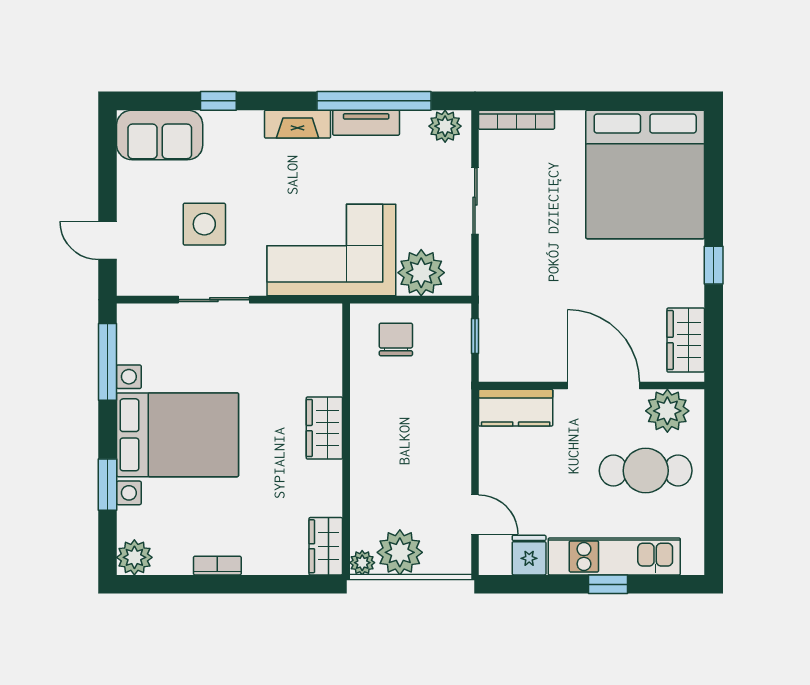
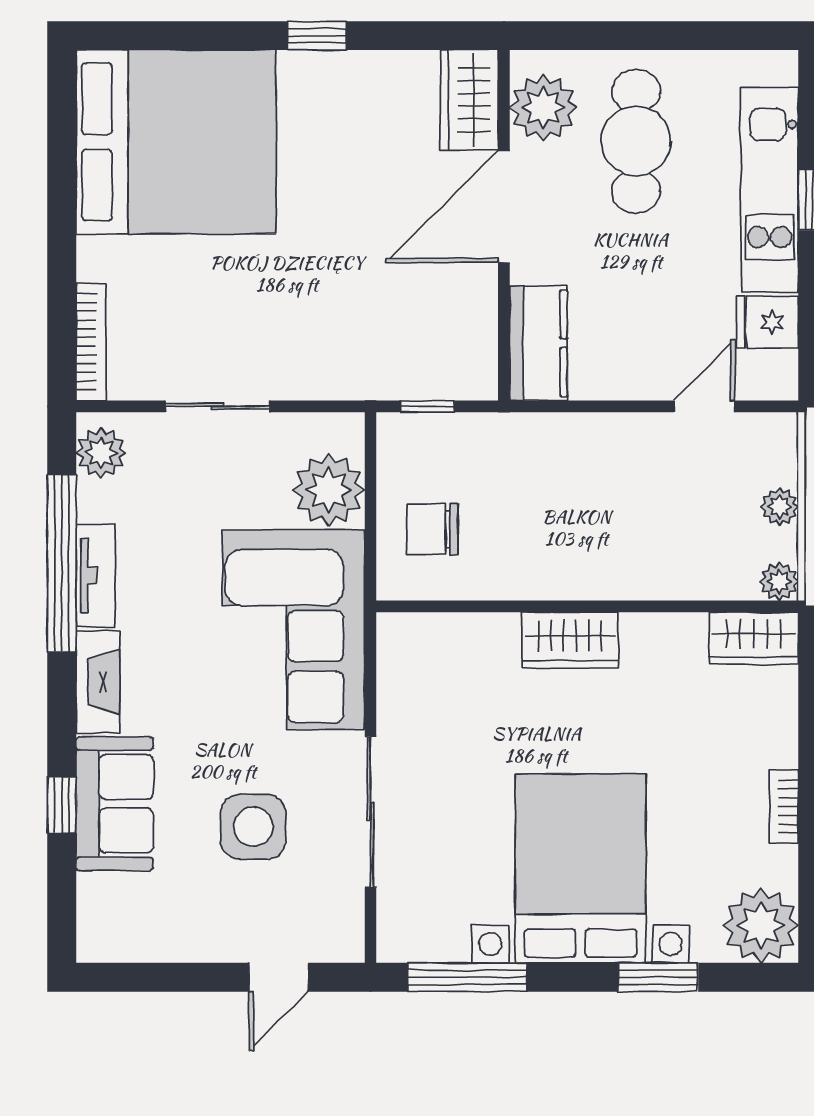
sofa: (160, 135) -> (115, 804), moved
sliding door: (214, 300) -> (371, 812), width x1.37
wardrobe: (686, 340) -> (469, 100), moved, turned 90
plant: (400, 552) -> (780, 507), width x0.53, depth x0.53
plant: (134, 557) -> (761, 925), width x1.36, depth x1.36

